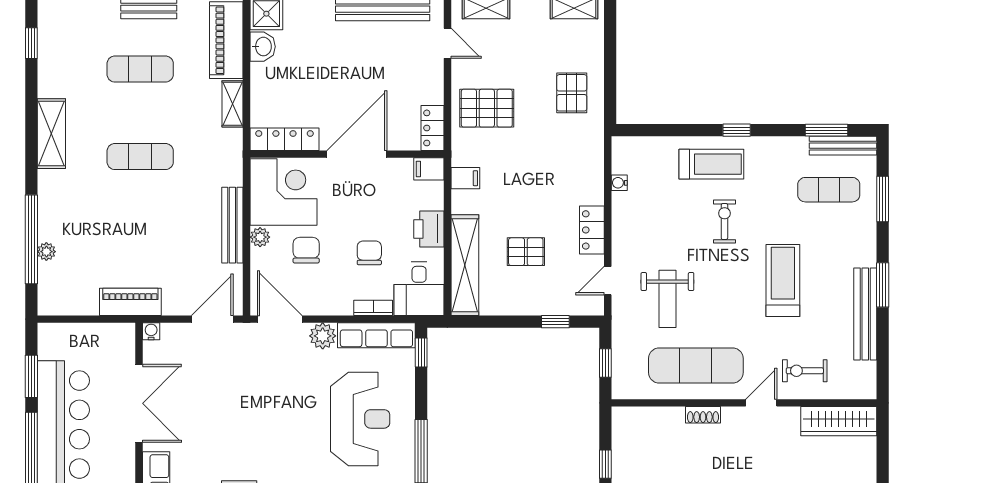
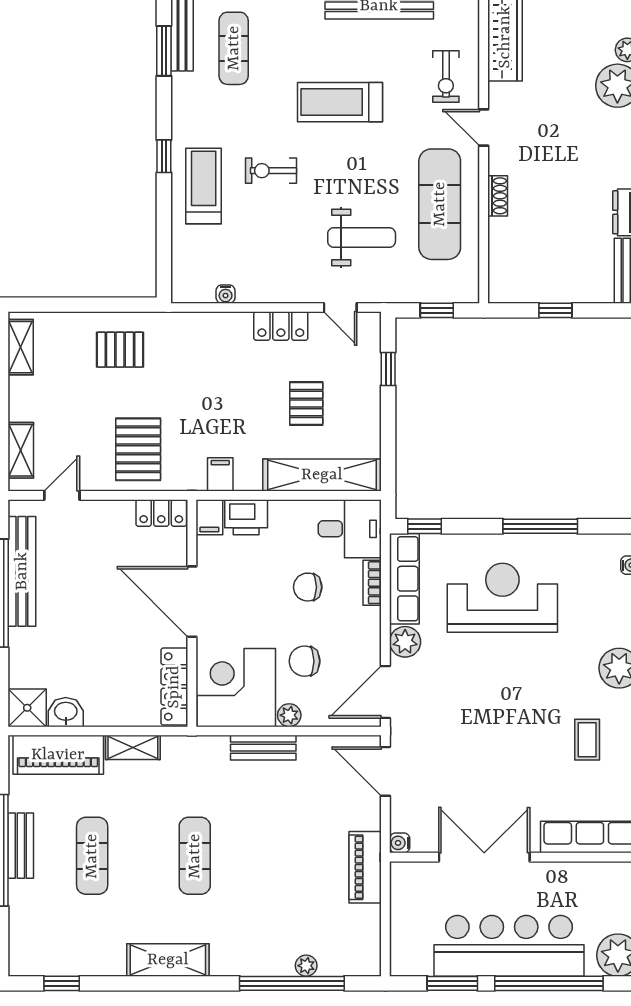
bench: (232, 225) -> (263, 748), width x0.73
printer: (429, 229) -> (246, 517), moved

